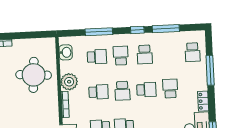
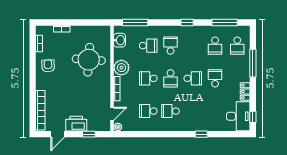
window: (166, 29) -> (225, 23), moved
window: (99, 32) -> (135, 23), moved
school desk: (145, 54) -> (215, 46), moved
school desk: (99, 92) -> (148, 78), turned 180

